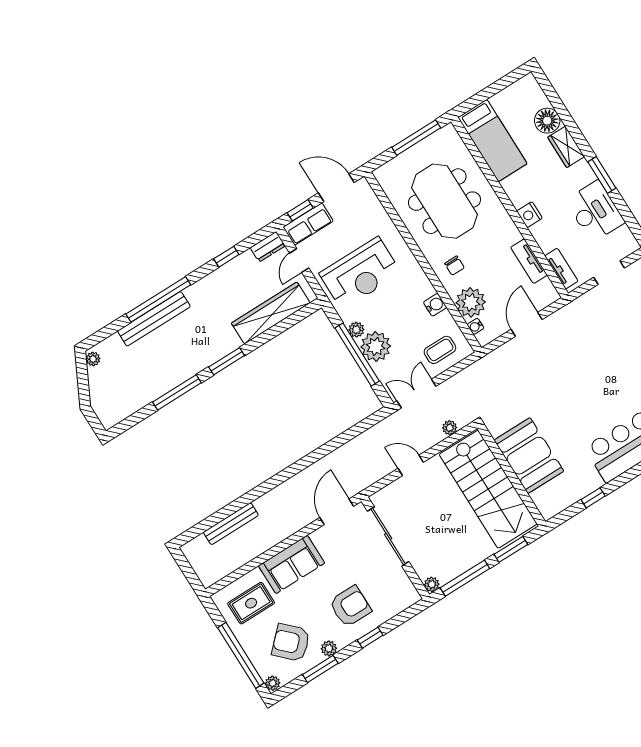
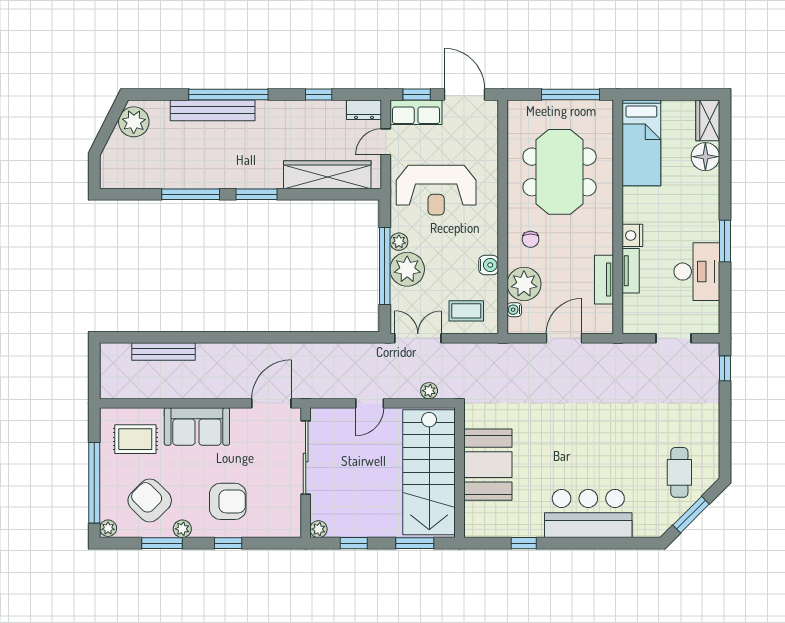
wardrobe: (566, 147) -> (708, 120), moved
tv unit: (561, 269) -> (631, 271), moved
plant: (93, 359) -> (134, 122), width x1.87, depth x1.87
door: (411, 465) -> (370, 403), swing flipped
window: (465, 578) -> (354, 543), width x0.46

